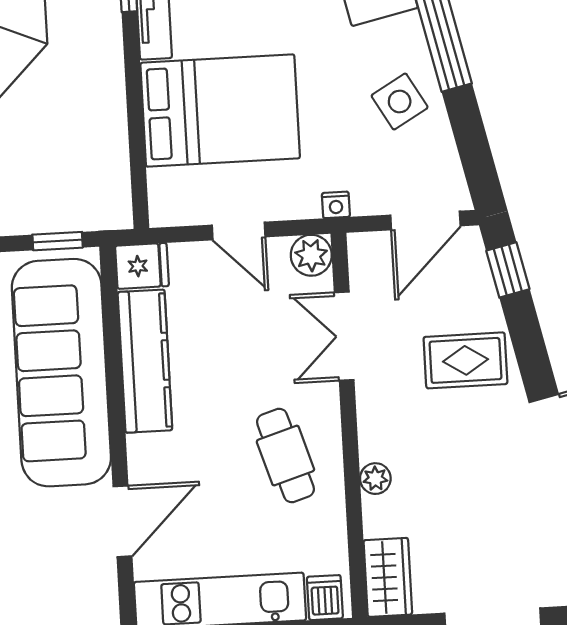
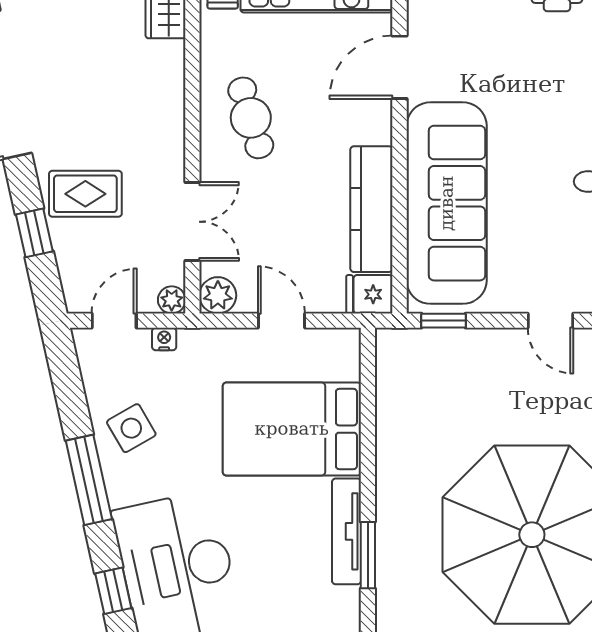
nightstand: (336, 205) -> (164, 339), moved
door: (425, 220) -> (114, 321), width x0.73
window: (508, 270) -> (34, 233), moved
plant: (375, 479) -> (172, 300), moved

